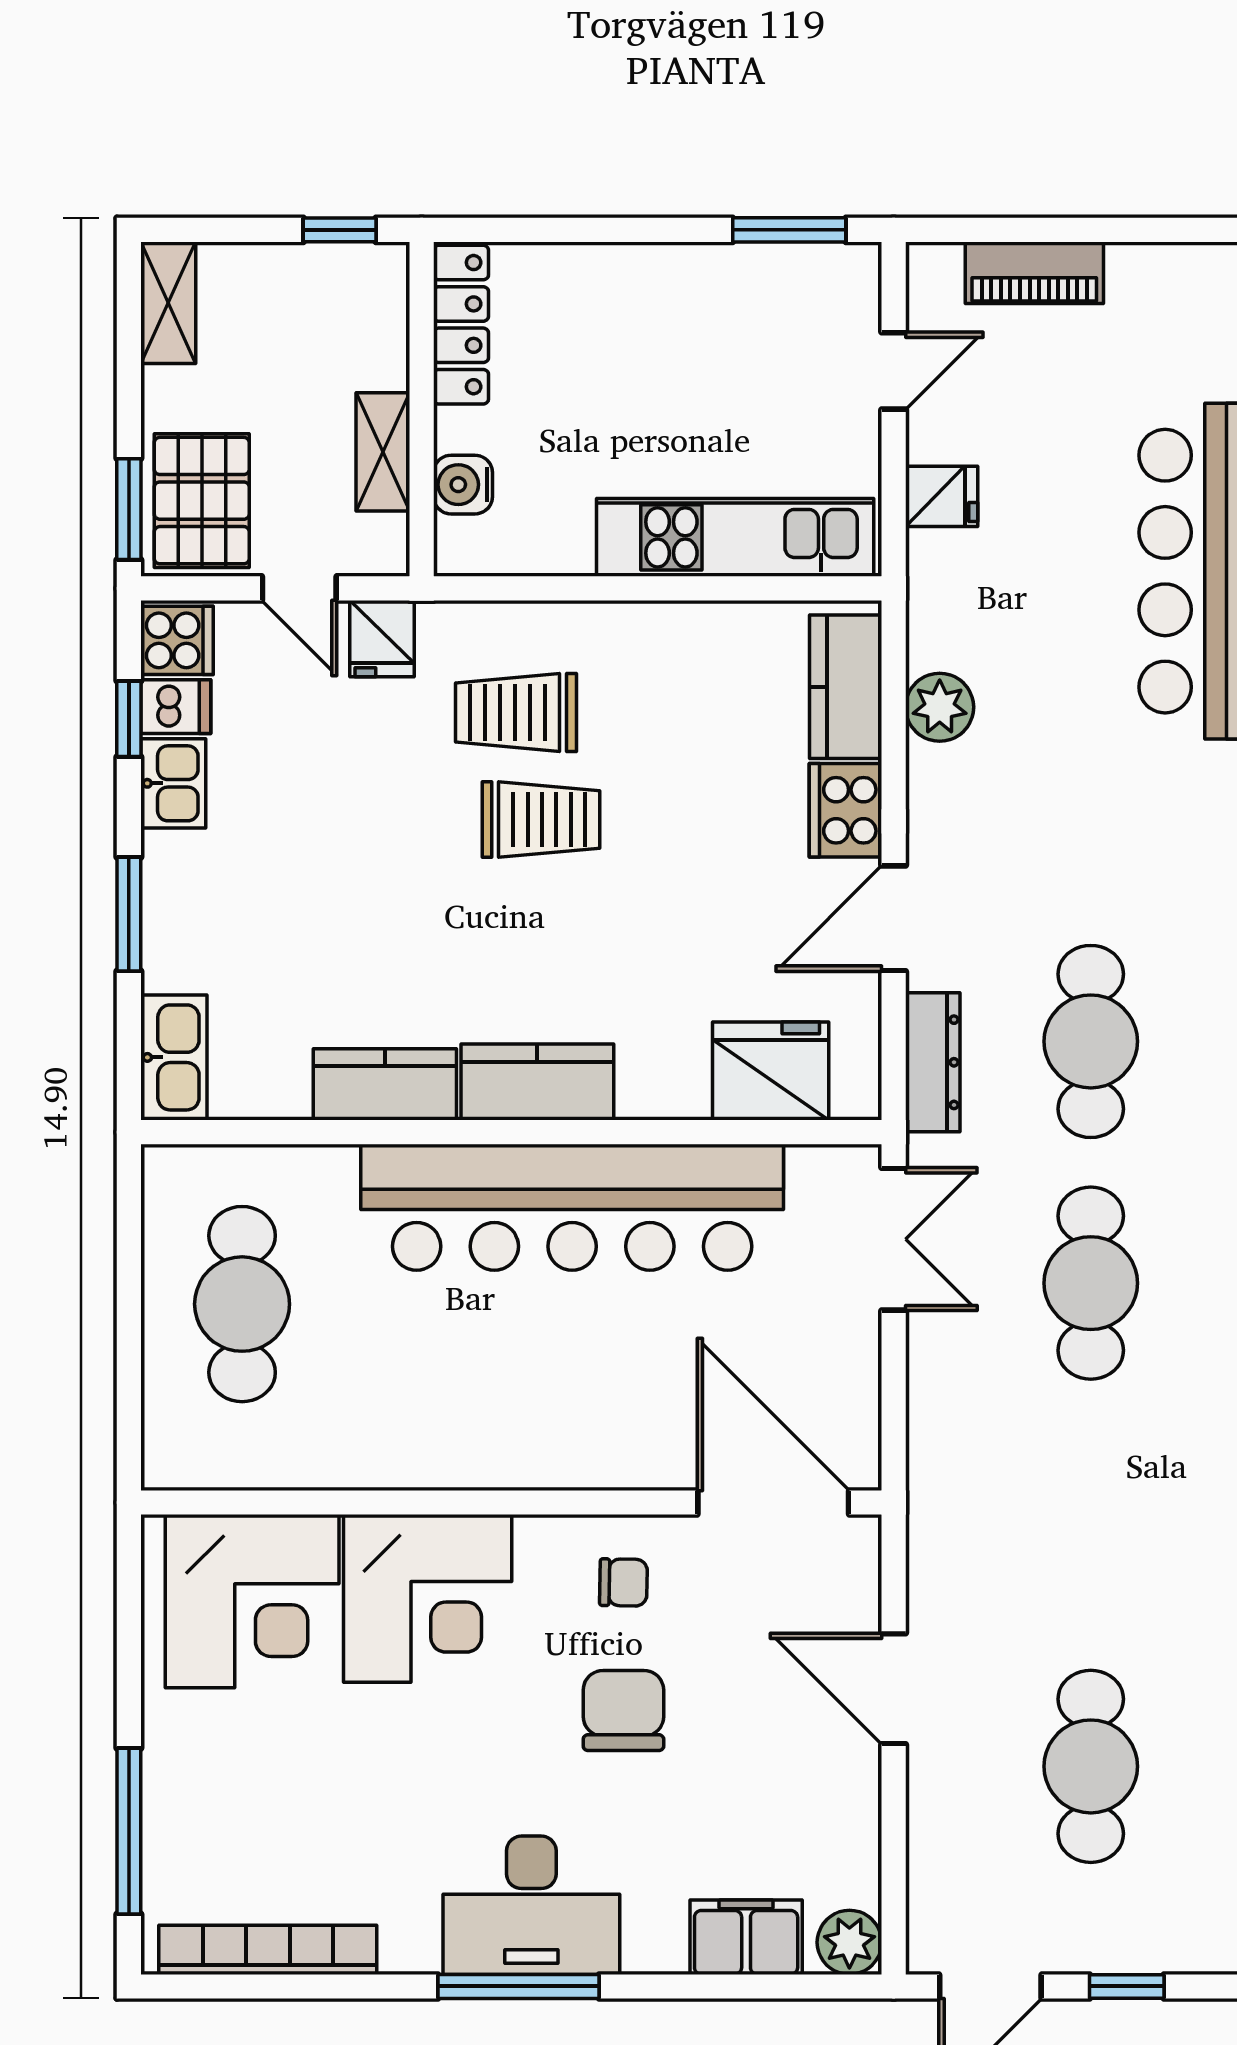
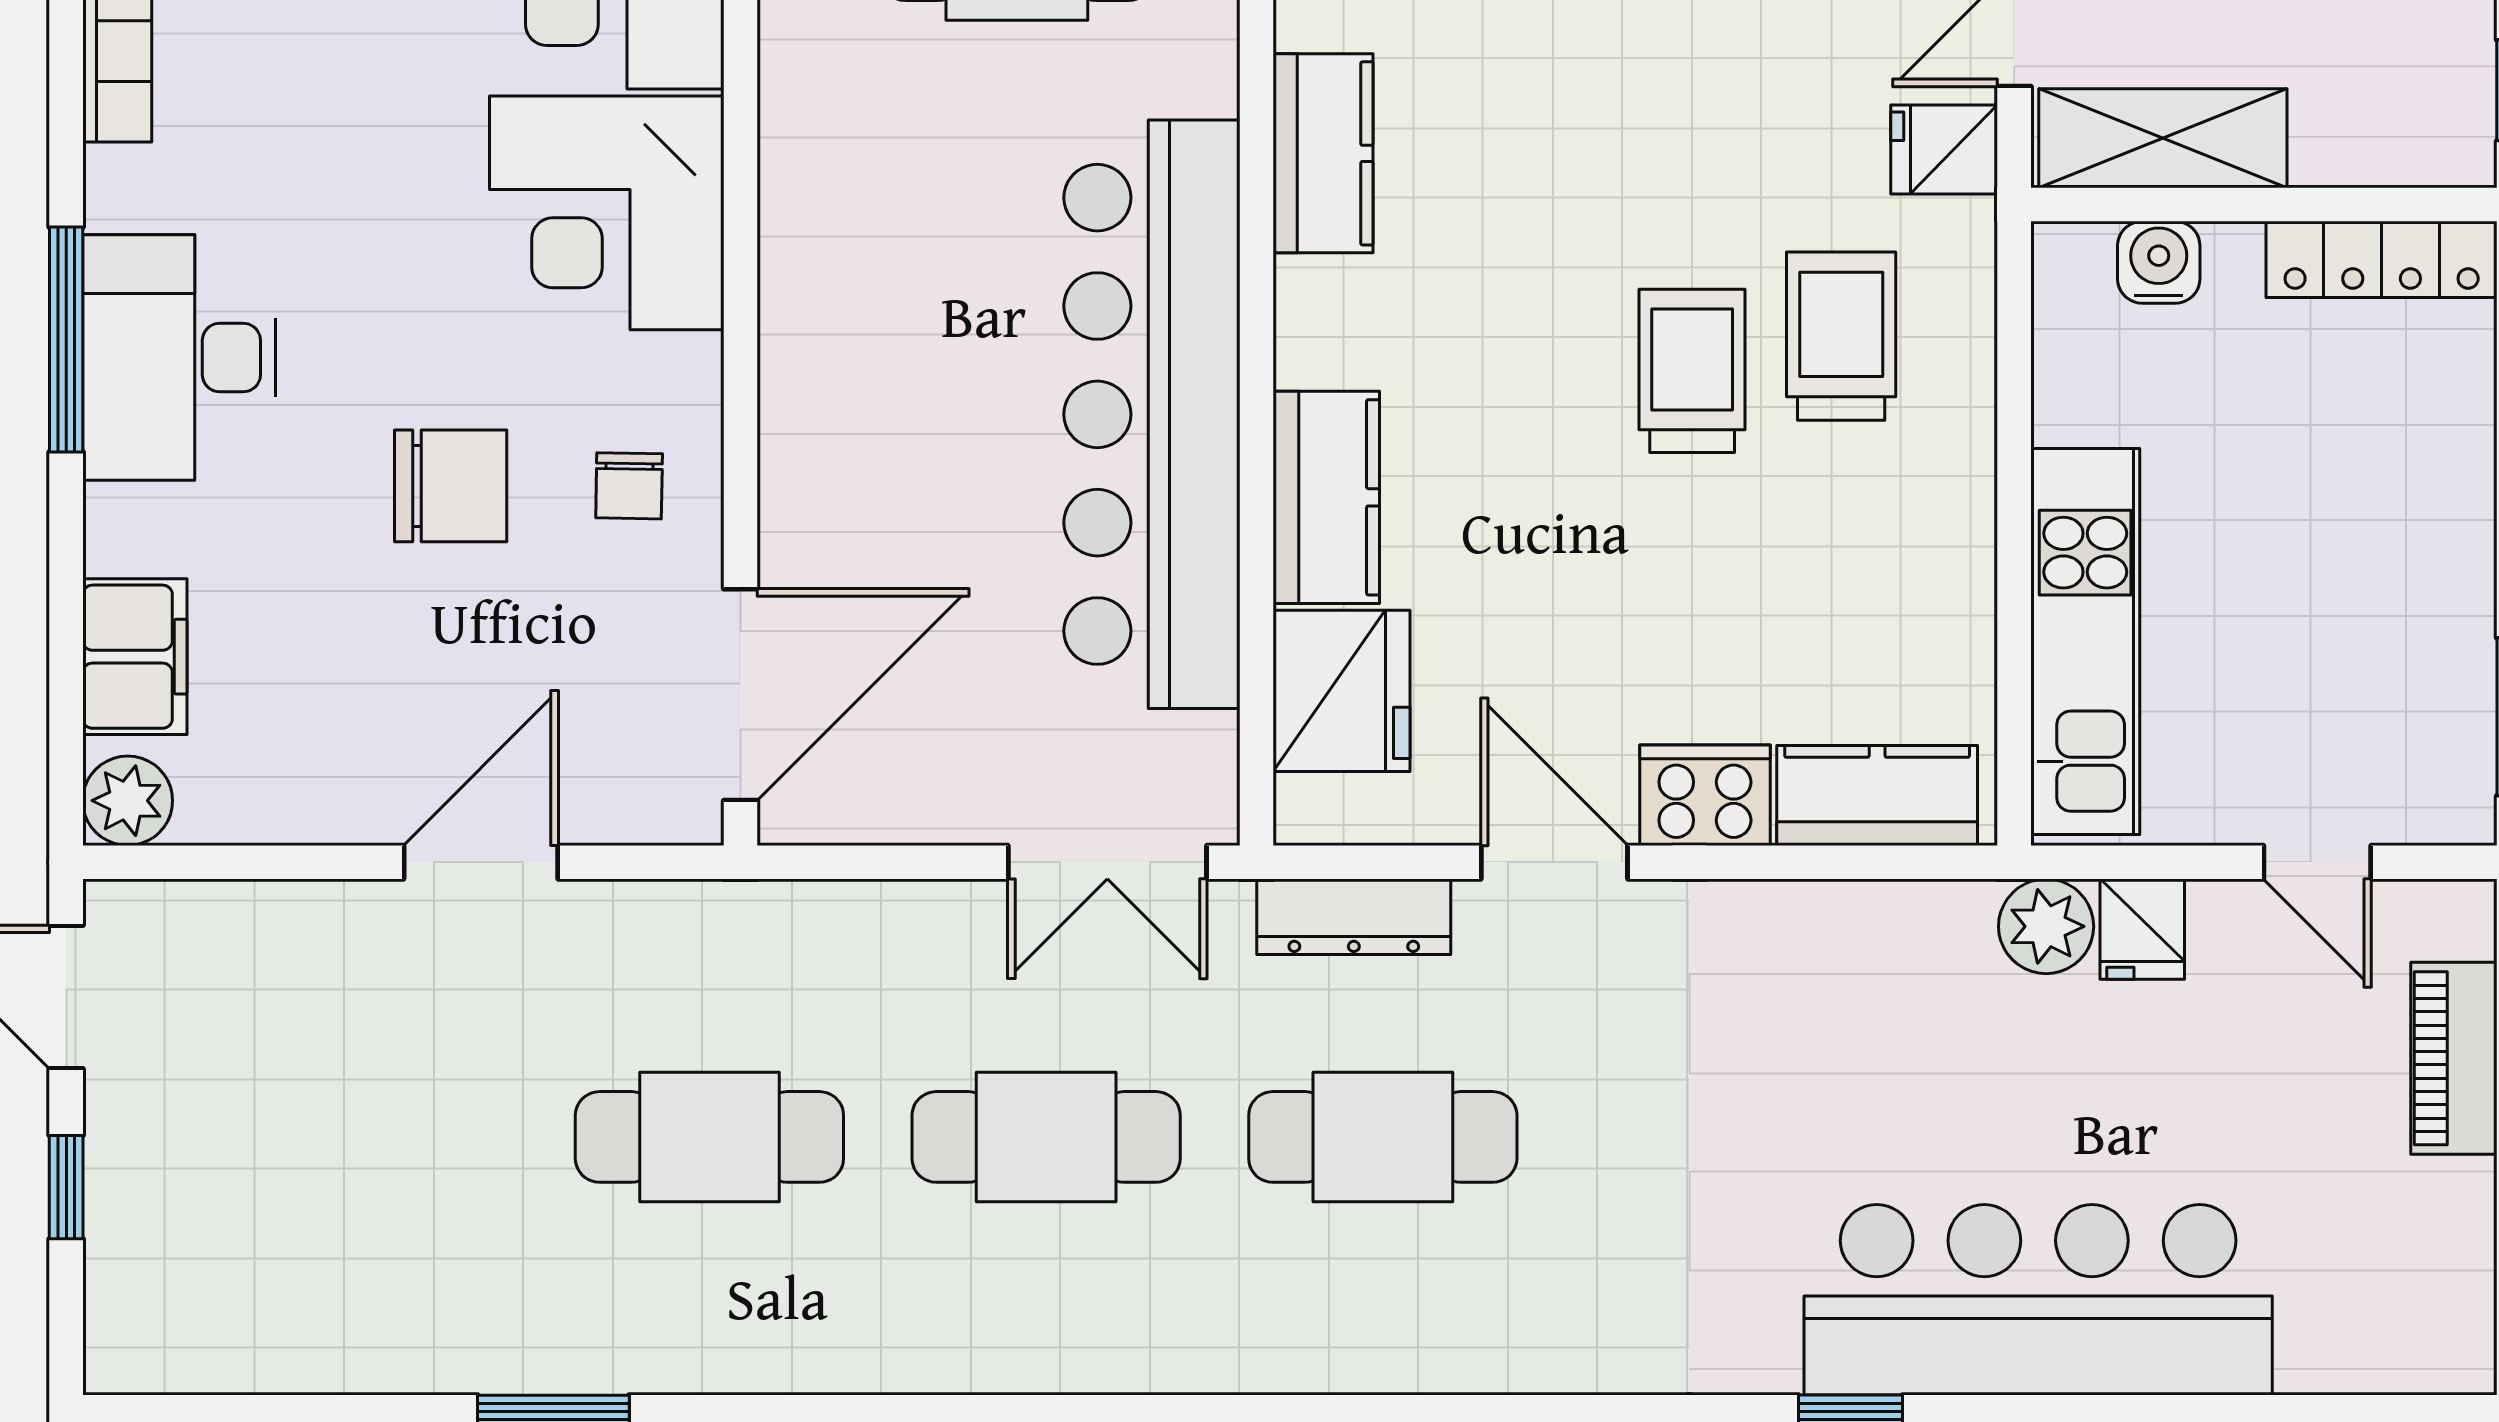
shelving: (383, 452) -> (2163, 138), width x1.50, depth x1.33
plant: (940, 707) -> (2046, 926), moved
trolley: (541, 819) -> (1692, 371), turned 180
kitchen counter: (537, 1082) -> (1326, 497), moved
cafe table: (1091, 1766) -> (709, 1137), moved

